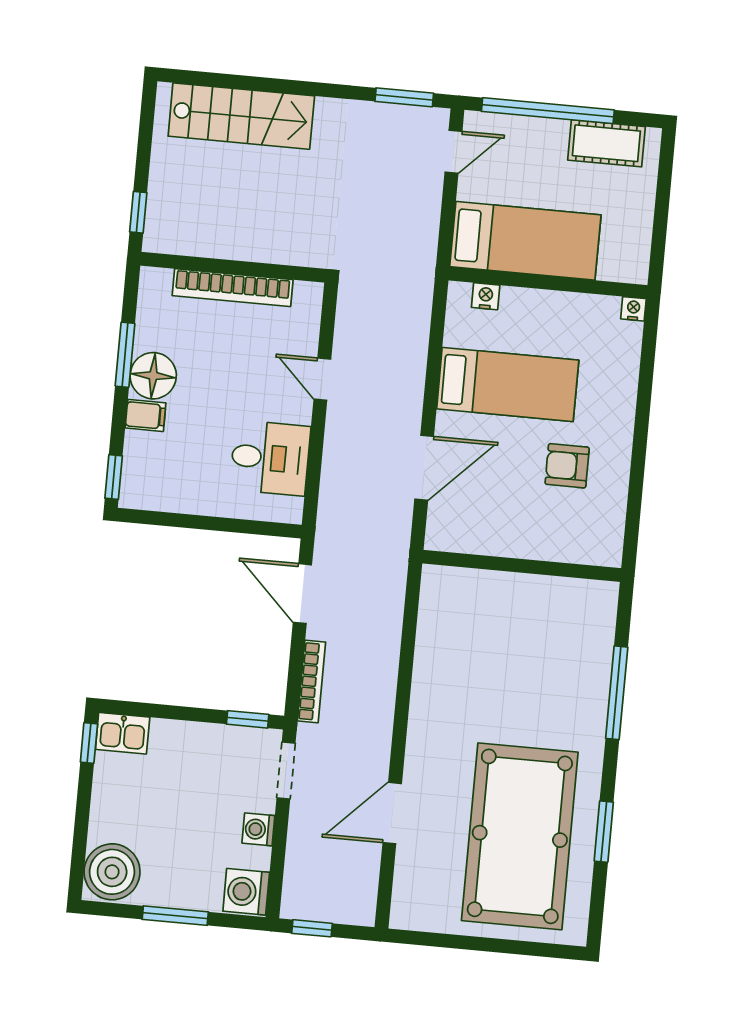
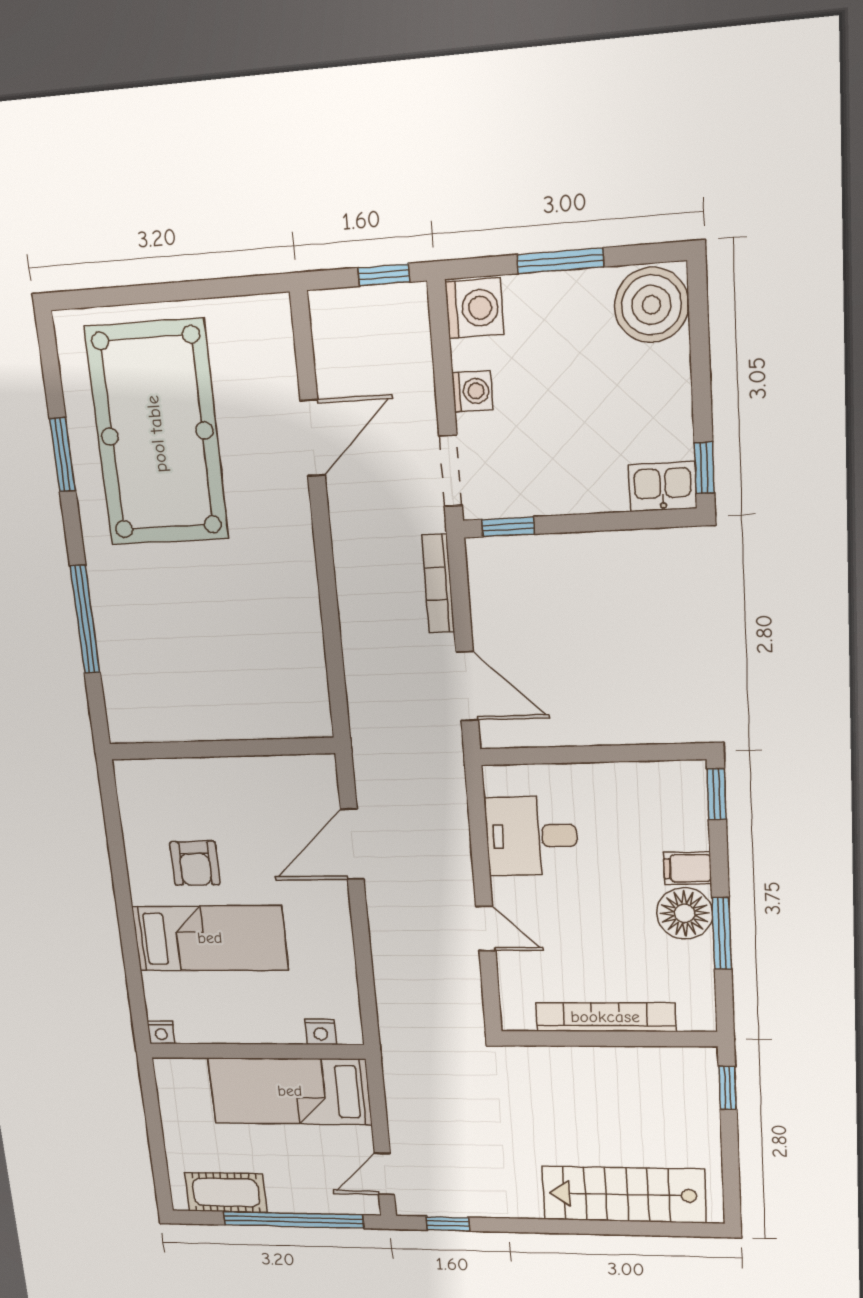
window: (404, 97) -> (448, 1224), width x0.67
bed: (508, 385) -> (210, 938), moved, turned 180
armchair: (567, 466) -> (195, 863), turned 90

